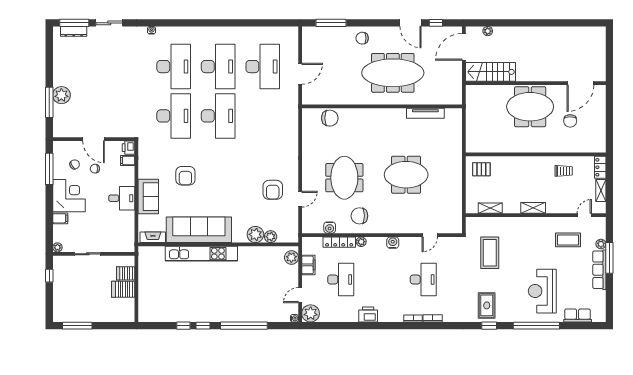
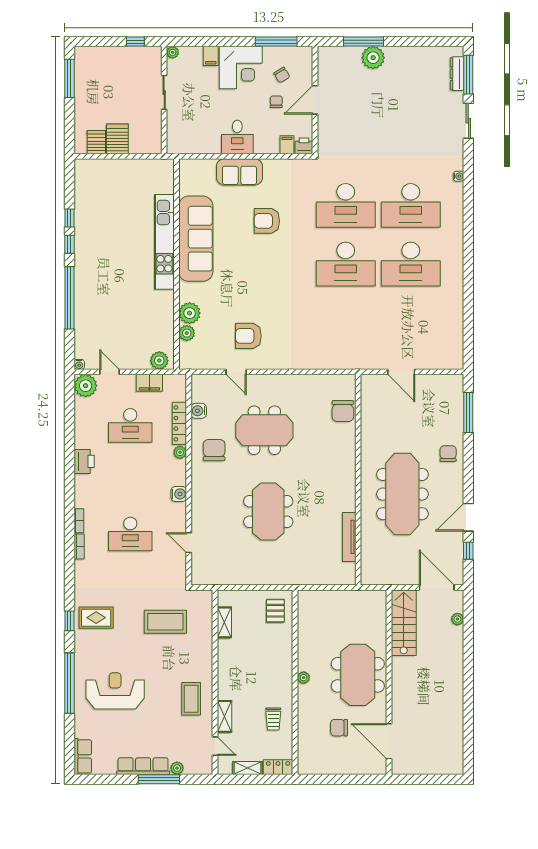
desk: (263, 67) -> (411, 323), removed
plant: (532, 148) -> (304, 678), added
shelving: (533, 208) -> (224, 716), moved
fireplace: (153, 237) -> (186, 178), removed
coffee table: (568, 240) -> (191, 699), moved
server rack: (126, 273) -> (96, 142), moved
row of seats: (578, 316) -> (83, 756), moved

